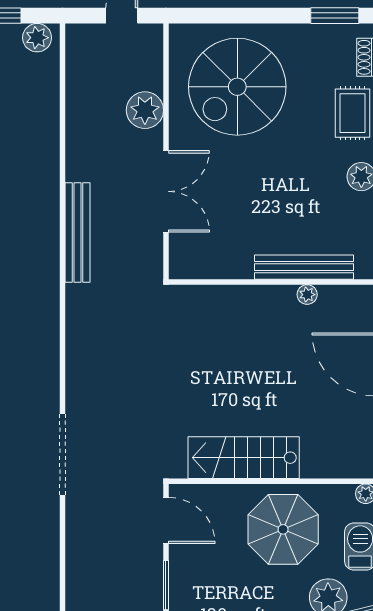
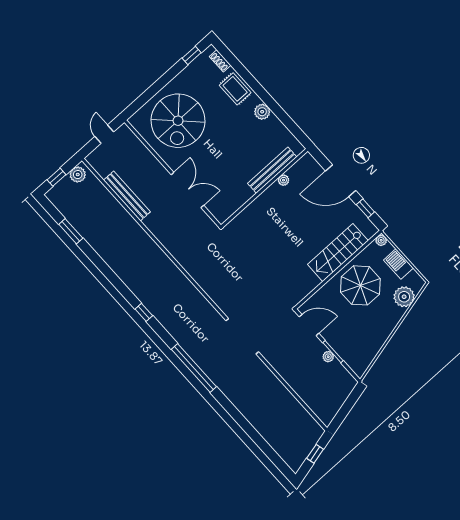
window: (335, 16) -> (192, 55), width x0.67
plant: (145, 110) -> (328, 357), moved, width x0.53, depth x0.53
bench: (78, 233) -> (127, 196), moved
stairs: (244, 458) -> (338, 253), moved

